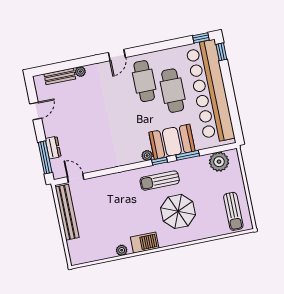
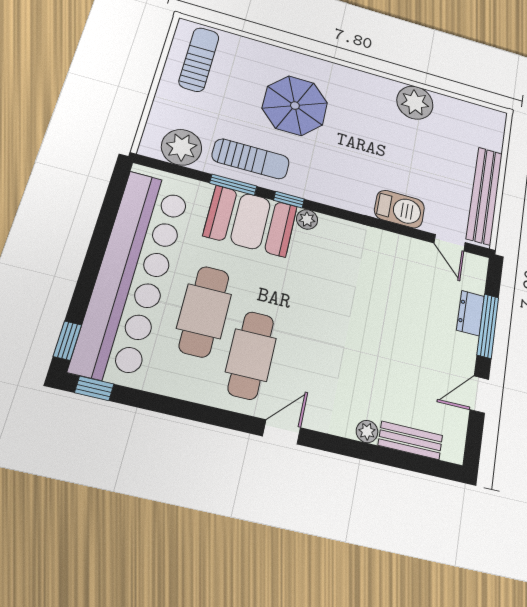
window: (45, 157) -> (488, 326), moved
sun lounger: (160, 181) -> (251, 159), moved
barbecue: (145, 243) -> (399, 209), moved, turned 180
plant: (122, 250) -> (415, 103), width x1.88, depth x1.88

